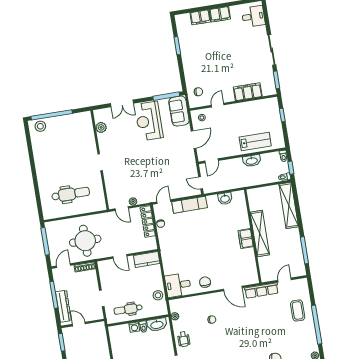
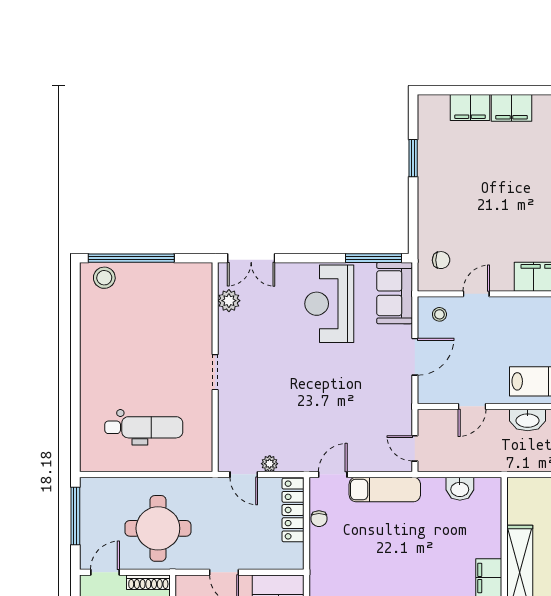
double door: (122, 103) -> (251, 258), moved
door: (212, 161) -> (472, 406), moved

